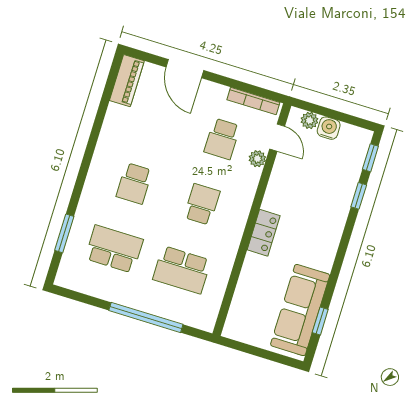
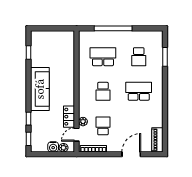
door: (185, 69) -> (131, 154), hinge flipped
door: (277, 138) -> (77, 135), hinge flipped
school desk: (134, 183) -> (139, 91), width x1.85
locker: (264, 233) -> (69, 117), moved
school desk: (114, 249) -> (139, 57), width x0.54
sofa: (300, 310) -> (40, 89), moved

